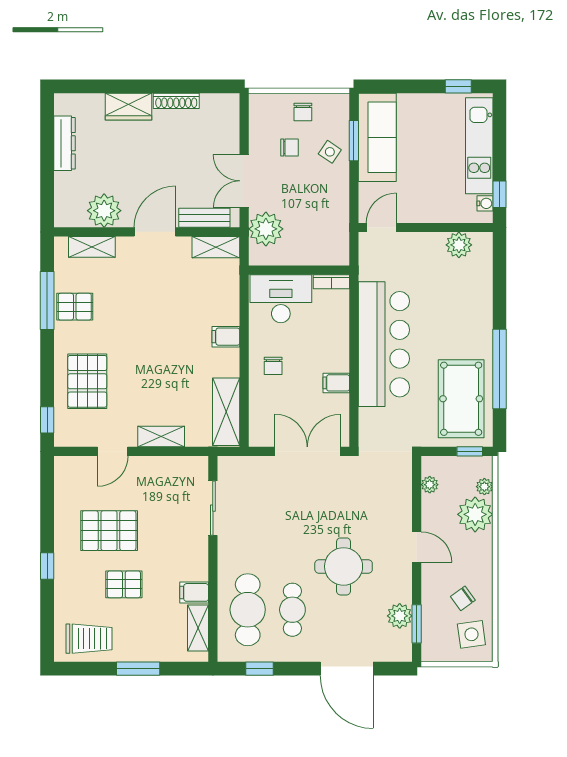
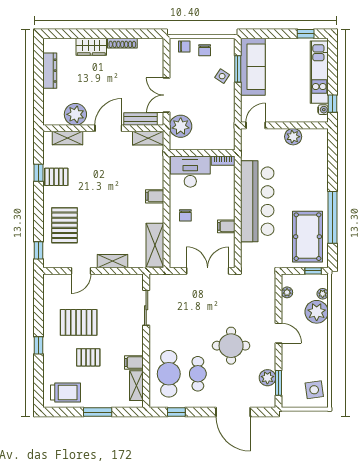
chair: (289, 147) -> (184, 46), moved
plant: (459, 245) -> (293, 137), moved
window: (47, 300) -> (38, 173), width x0.46
chair: (463, 598) -> (309, 366), removed

